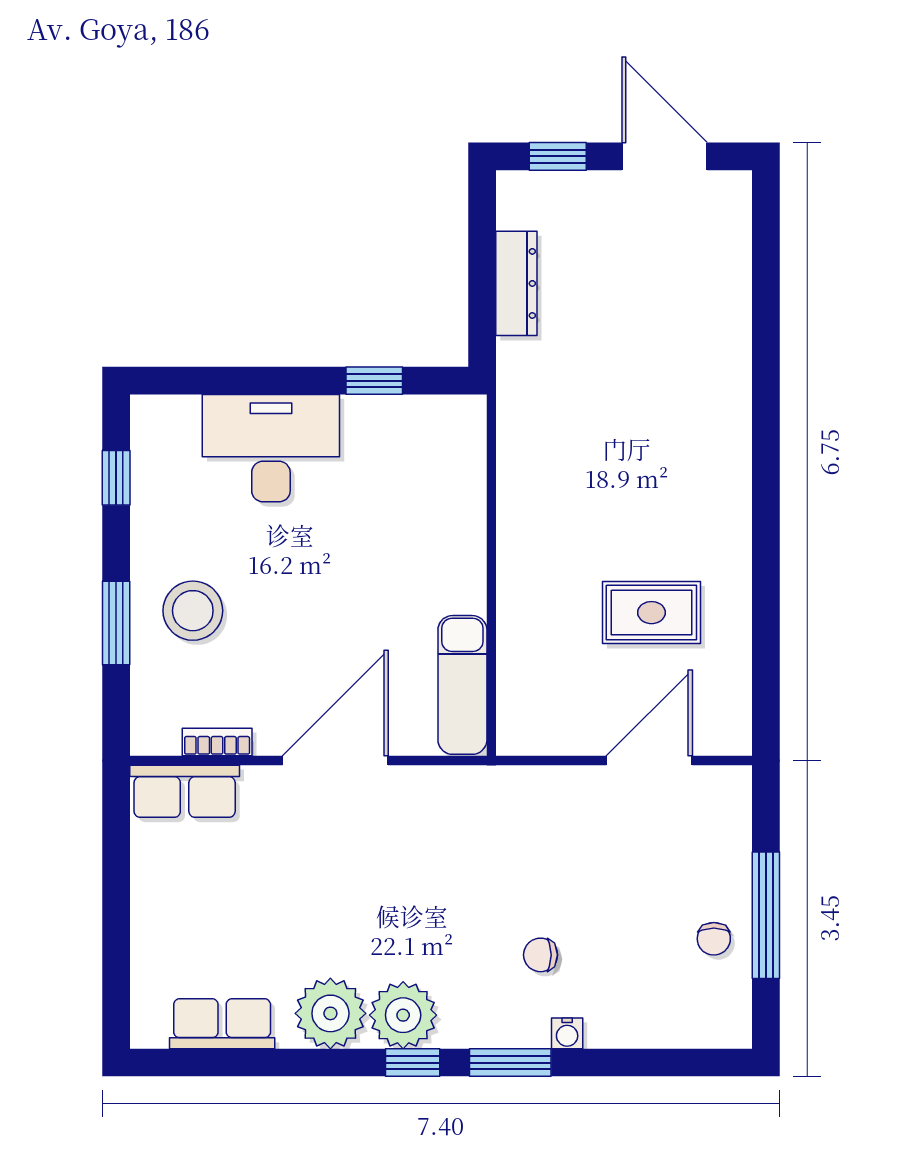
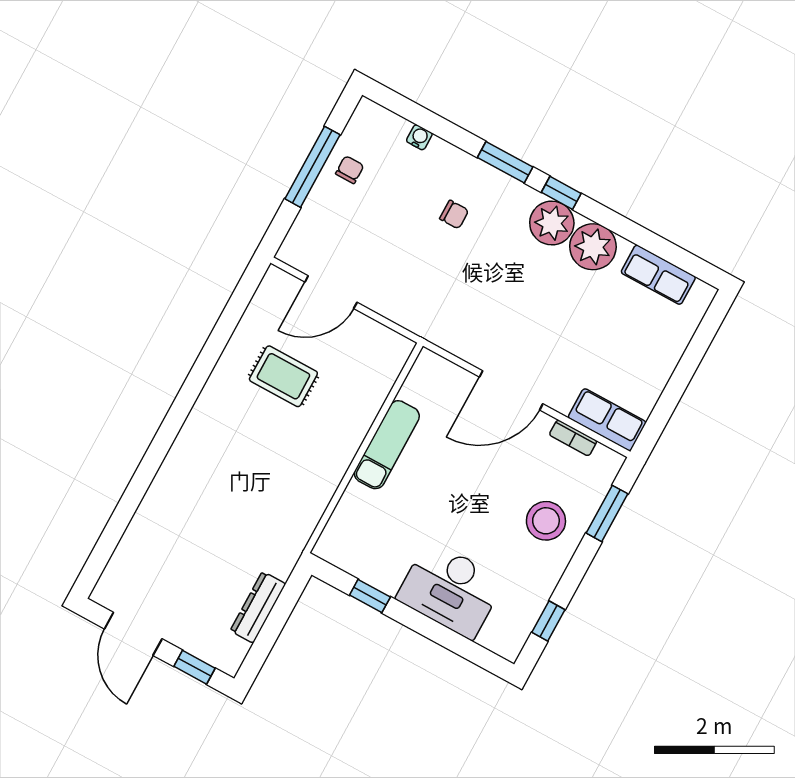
window: (116, 623) -> (607, 513), moved
exam couch: (462, 685) -> (387, 445), moved
water cooler: (567, 1033) -> (419, 137), moved

